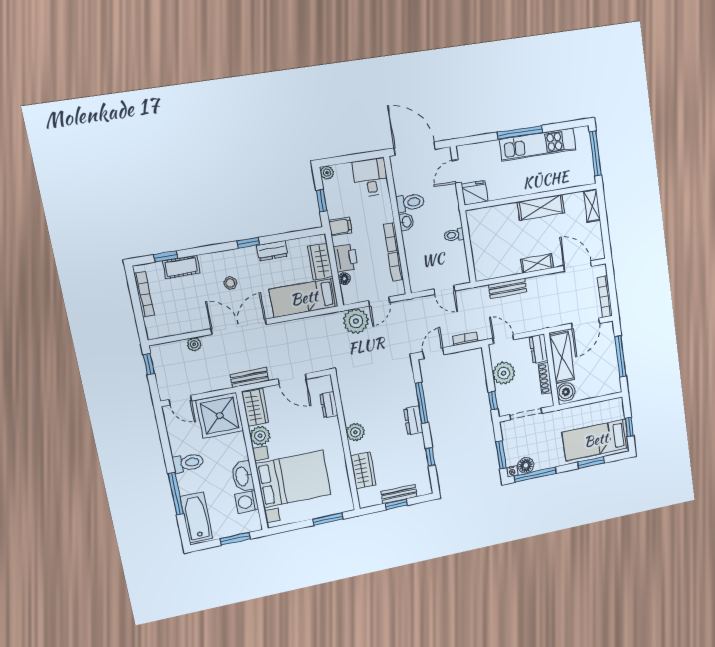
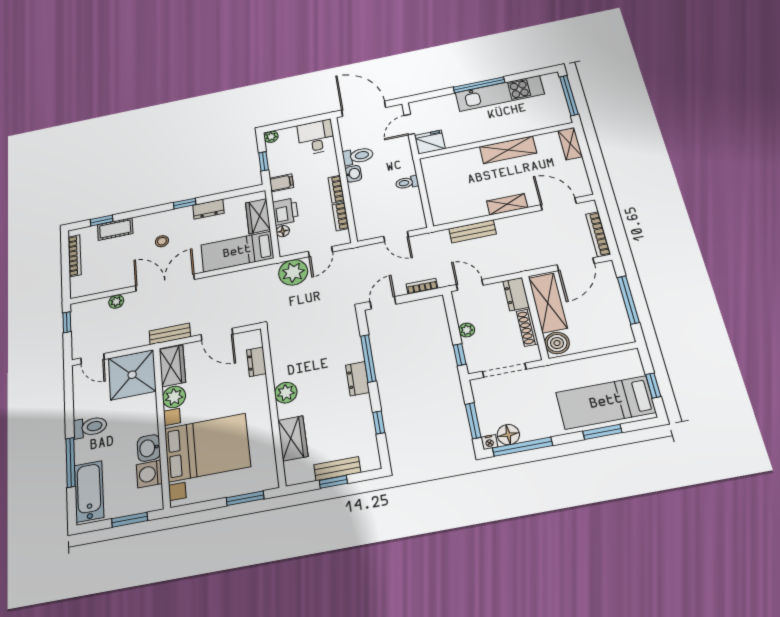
plant: (504, 373) -> (467, 330), width x0.53, depth x0.53
washbasin: (243, 476) -> (149, 448), width x0.72

